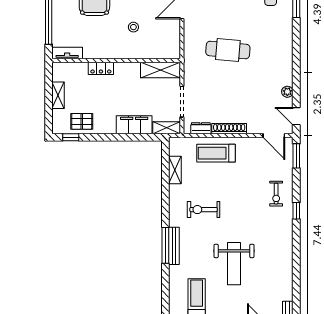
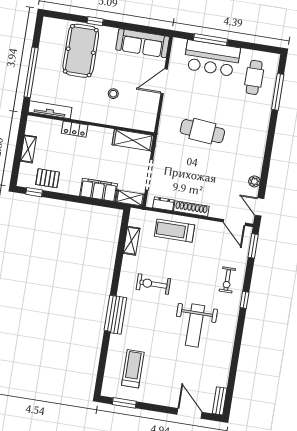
tv unit: (67, 53) -> (50, 110), width x1.41
weight bench: (234, 264) -> (195, 325), moved

